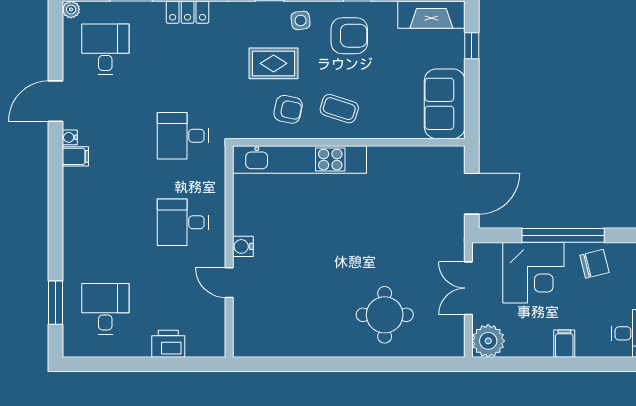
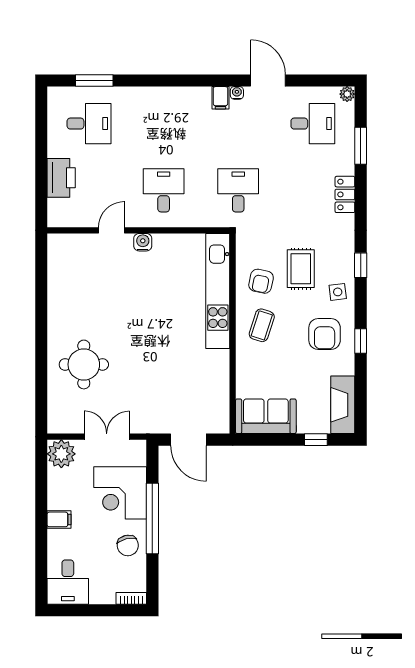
printer: (168, 344) -> (61, 178), width x1.37, depth x1.19

